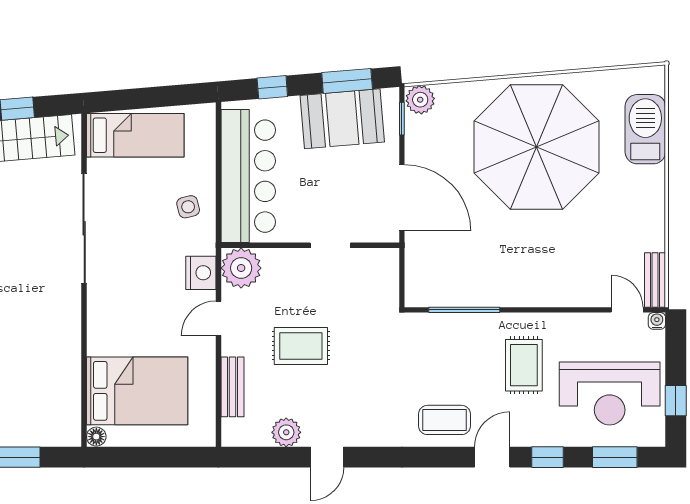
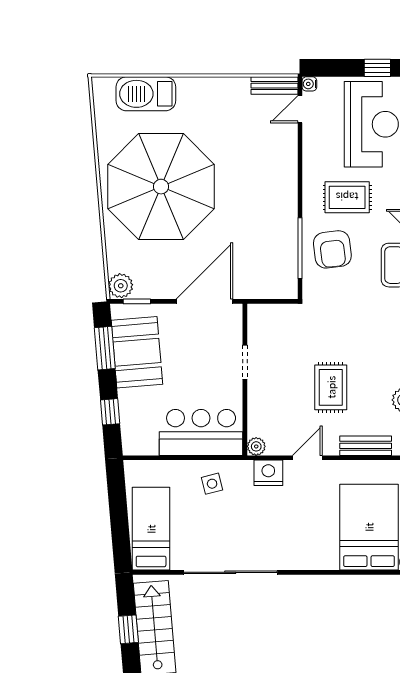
bar counter: (248, 176) -> (201, 432), width x0.73
plant: (241, 268) -> (256, 446), width x0.53, depth x0.53
door: (218, 318) -> (307, 458), swing flipped
armchair: (463, 348) -> (332, 249), added

